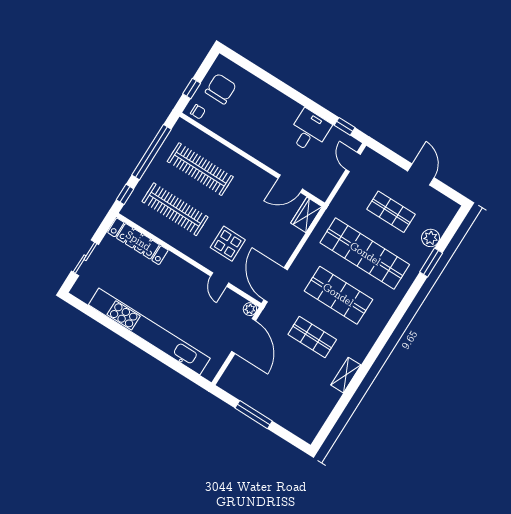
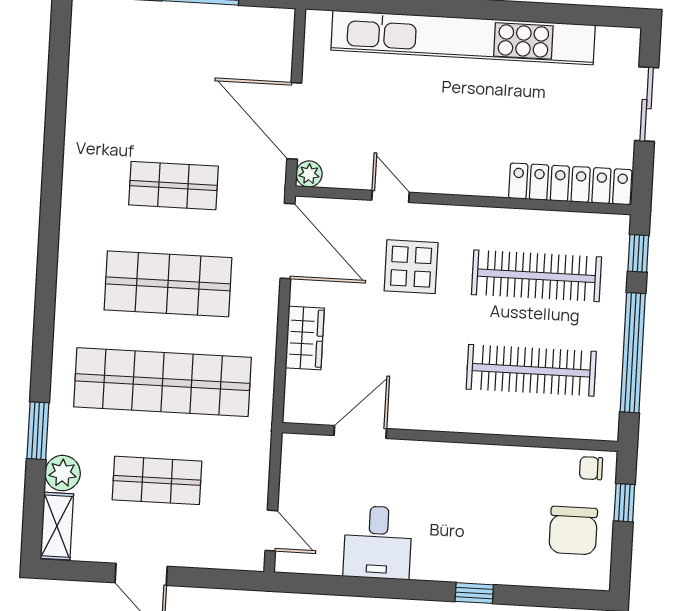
window: (345, 126) -> (474, 593), moved
wardrobe: (306, 215) -> (305, 338), moved
shelving: (346, 375) -> (57, 526), moved

